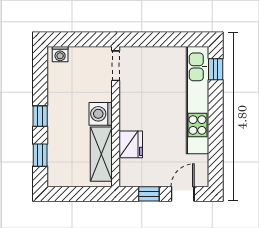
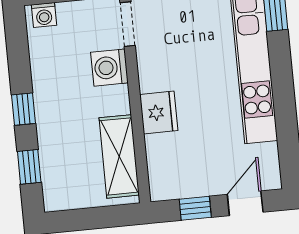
washing machine: (101, 114) -> (109, 68), moved
fridge: (131, 144) -> (159, 112), moved

